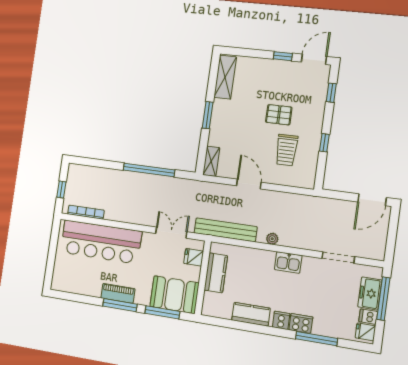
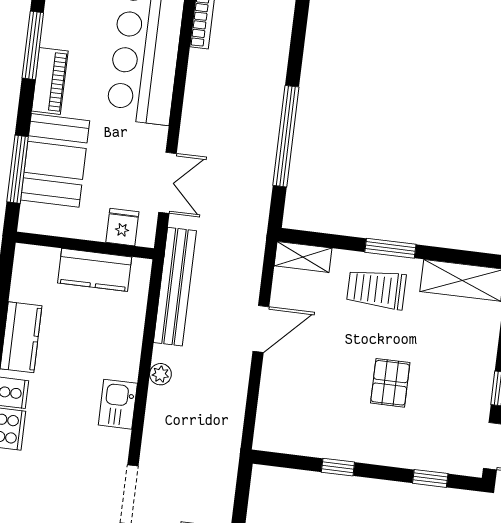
trolley: (286, 150) -> (376, 289), moved
booth: (174, 295) -> (55, 160), moved
window: (120, 305) -> (33, 45), moved

